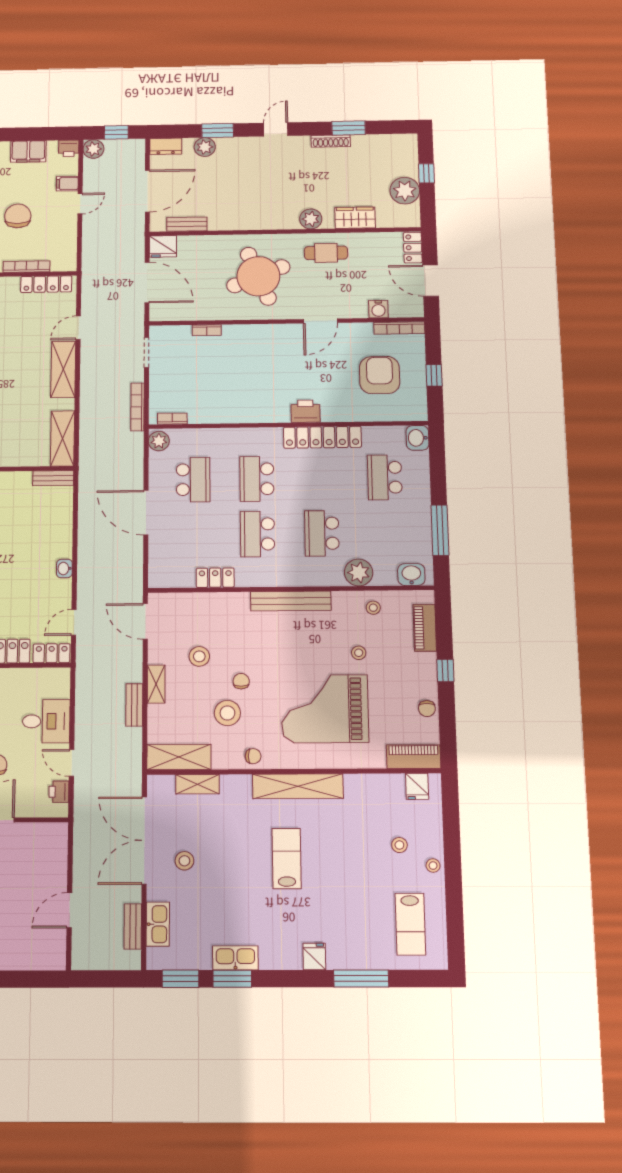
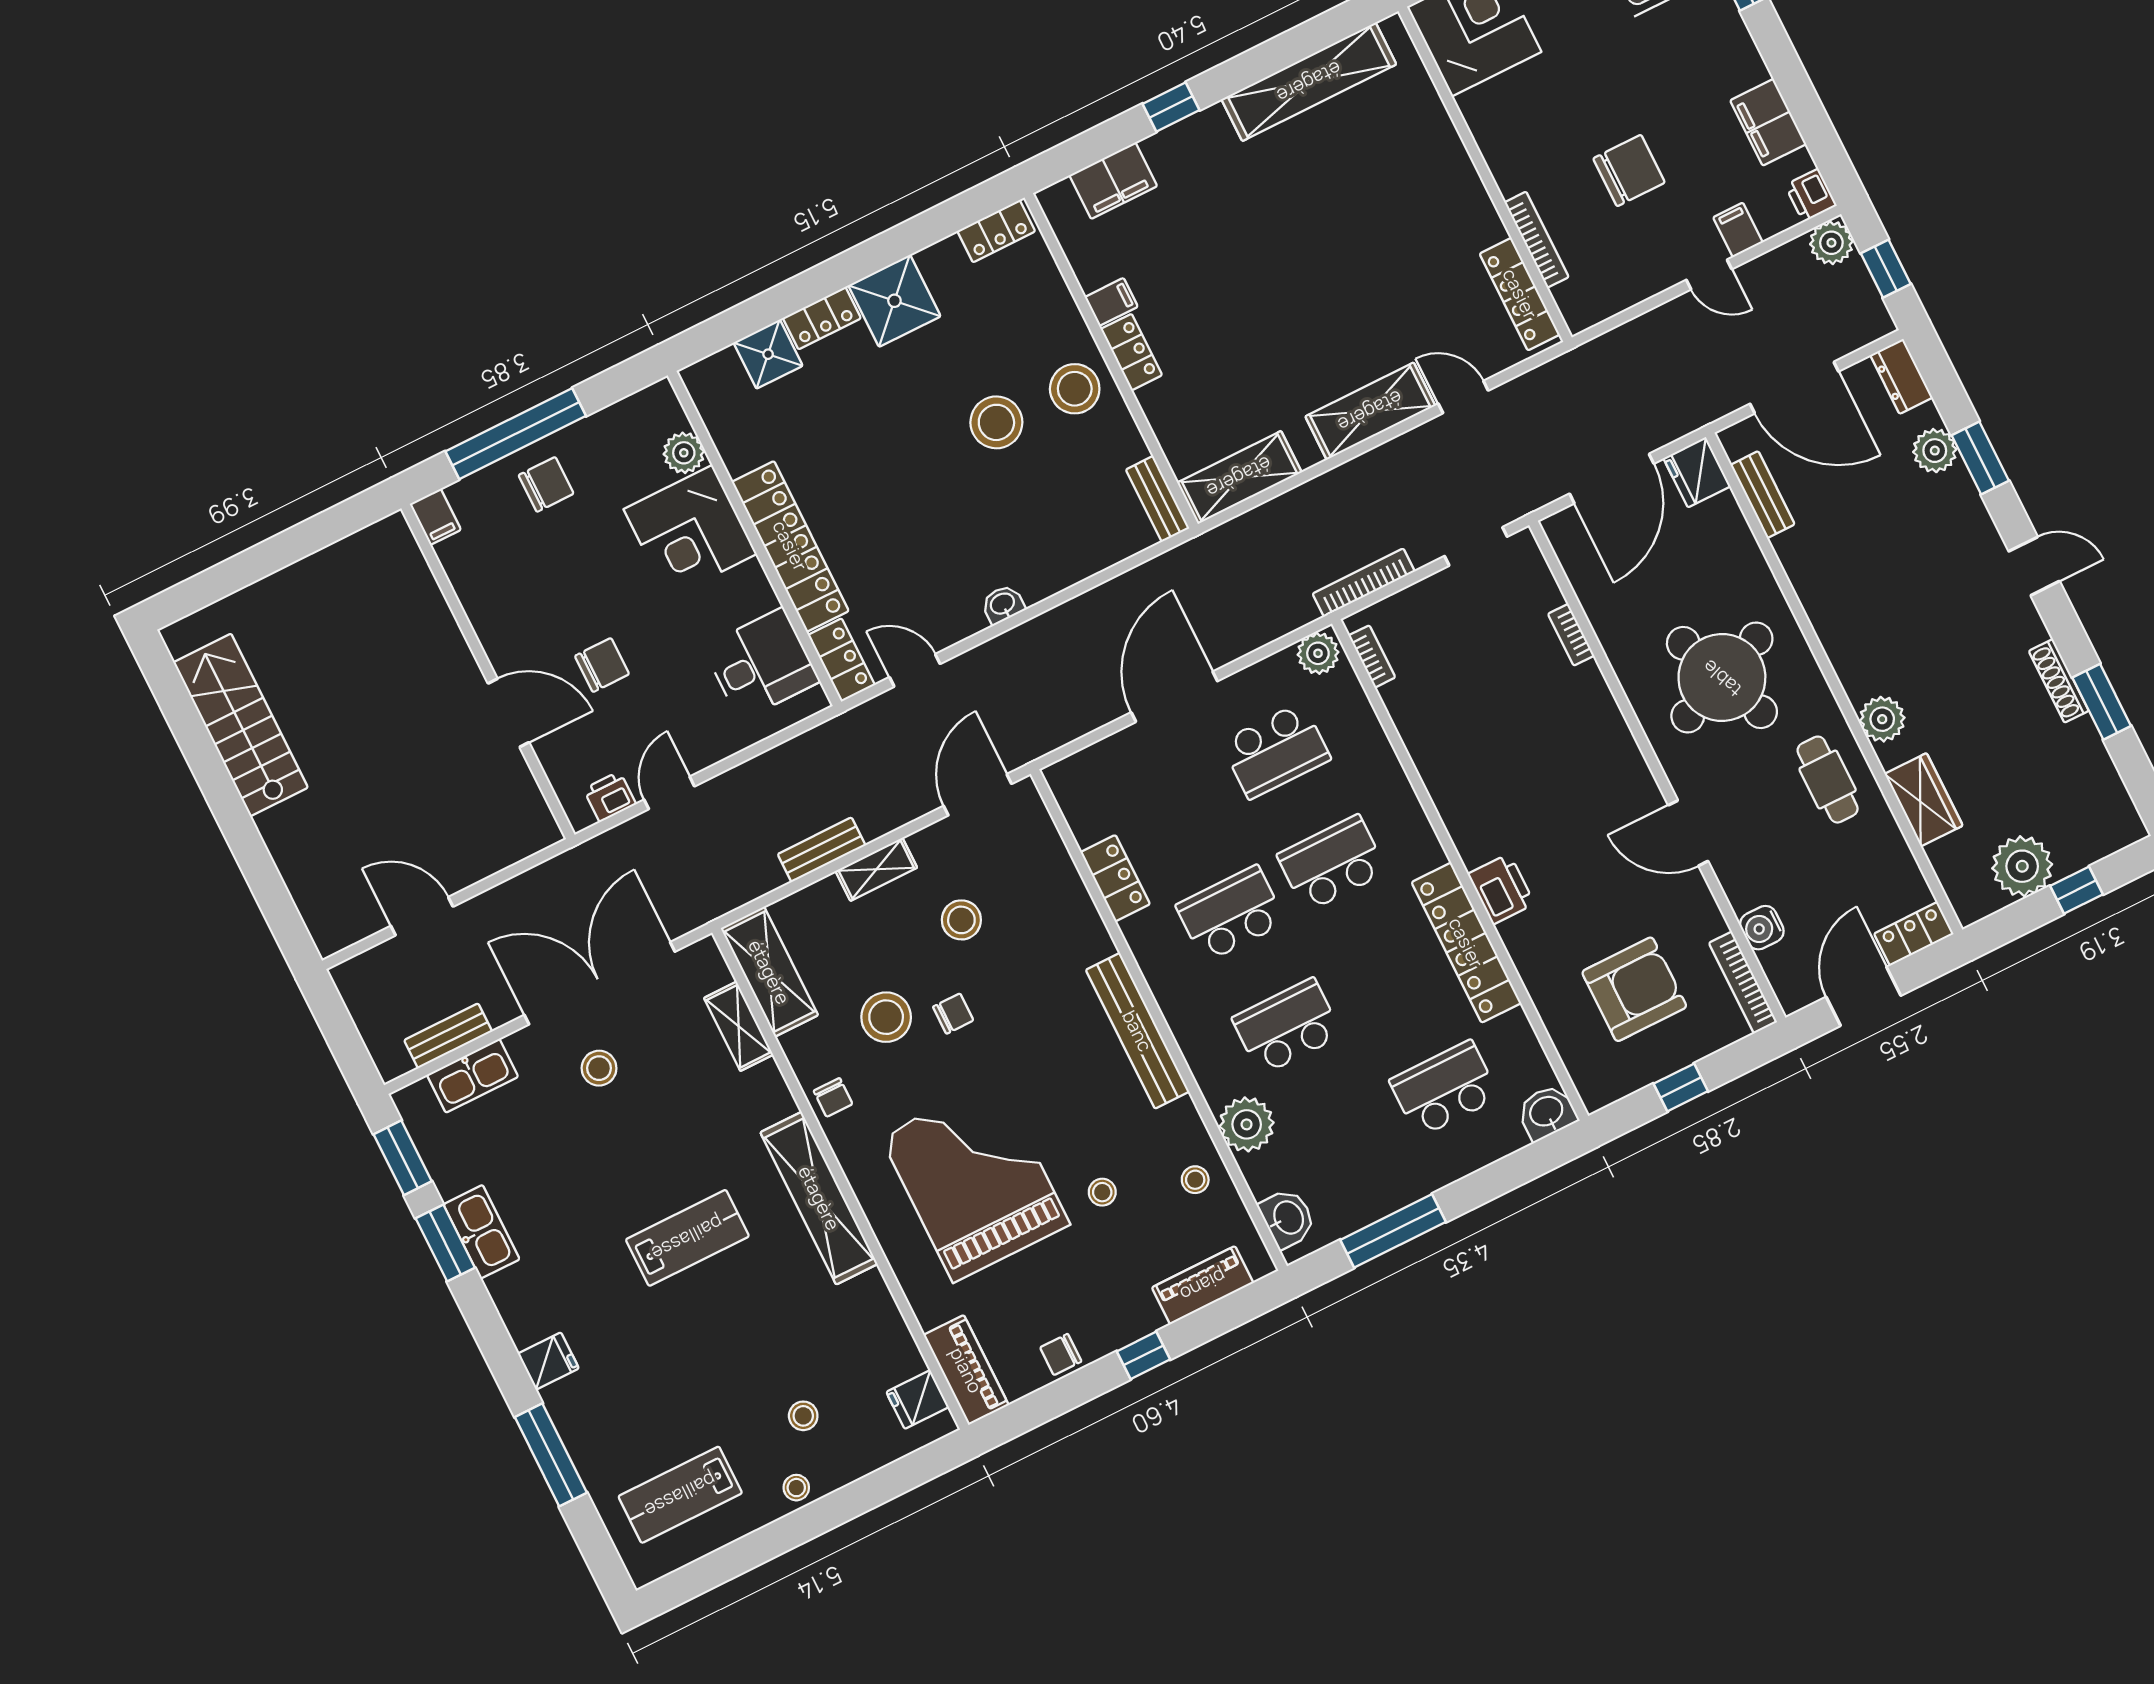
desk: (46, 721) -> (761, 664), moved, turned -90

